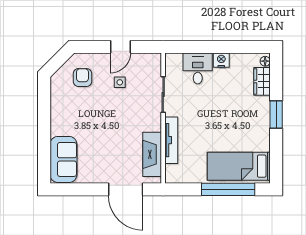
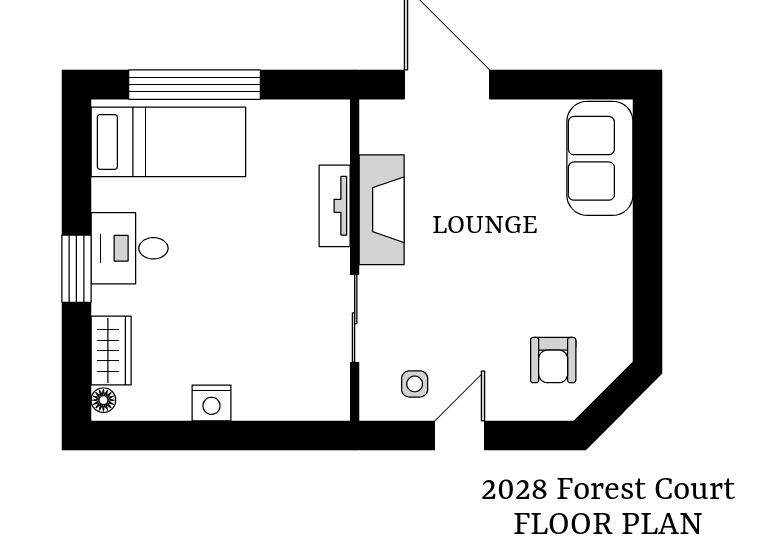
desk: (198, 68) -> (130, 248), moved, turned 90
side table: (120, 82) -> (415, 384), moved
tv unit: (171, 140) -> (335, 206), width x0.71
fireplace: (152, 154) -> (382, 210), moved

